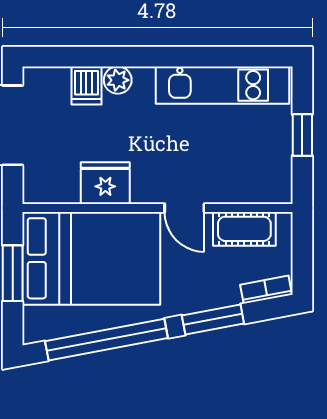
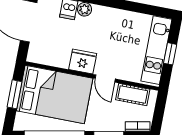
kitchen unit: (222, 85) -> (156, 50), moved, turned 90
fridge: (105, 183) -> (83, 62), moved

